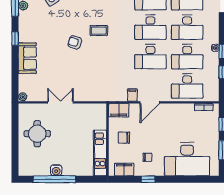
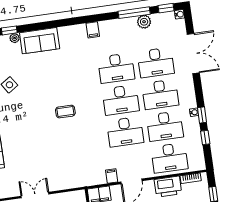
armchair: (75, 42) -> (41, 128), removed
printer: (182, 112) -> (168, 187), added

